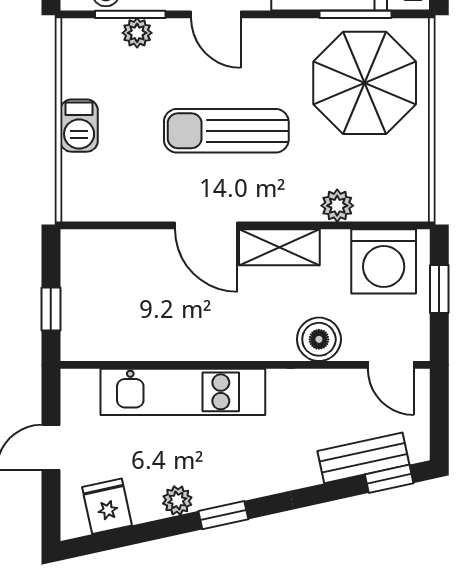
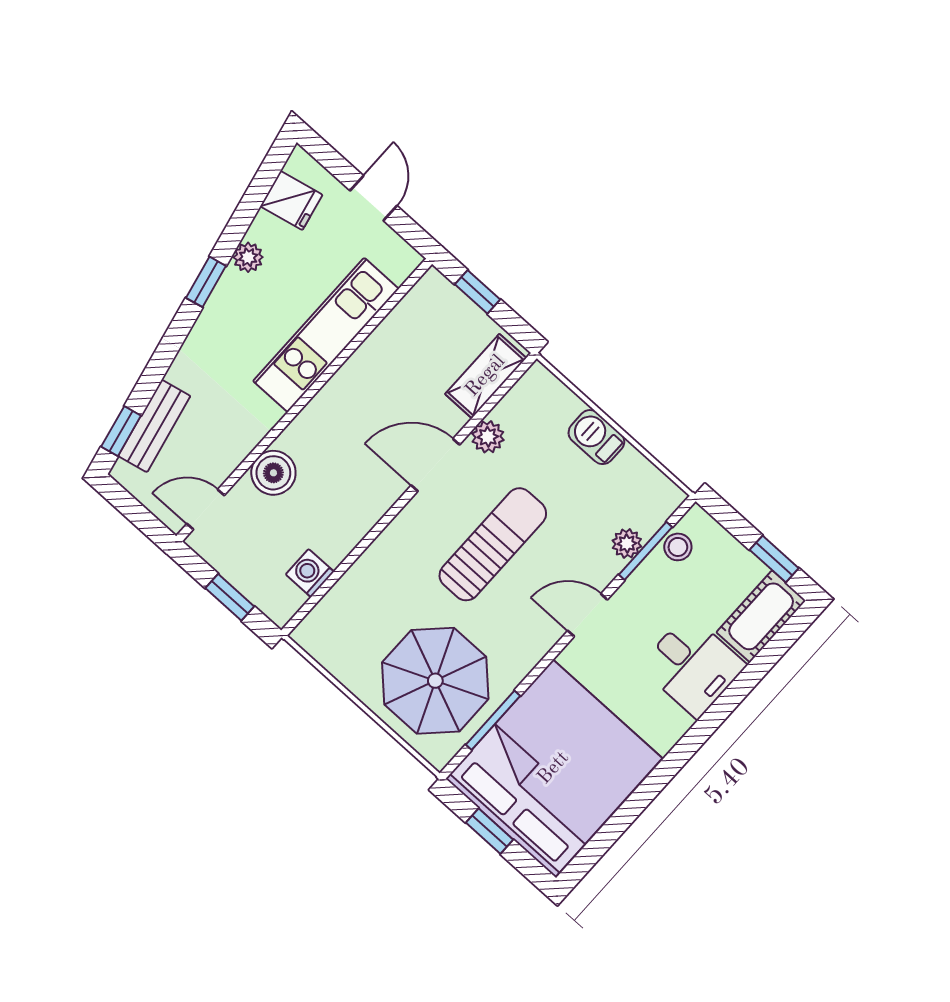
plant: (337, 206) -> (488, 437), moved
shelving: (279, 247) -> (486, 376), moved
washing machine: (384, 261) -> (310, 573), width x0.53, depth x0.53

